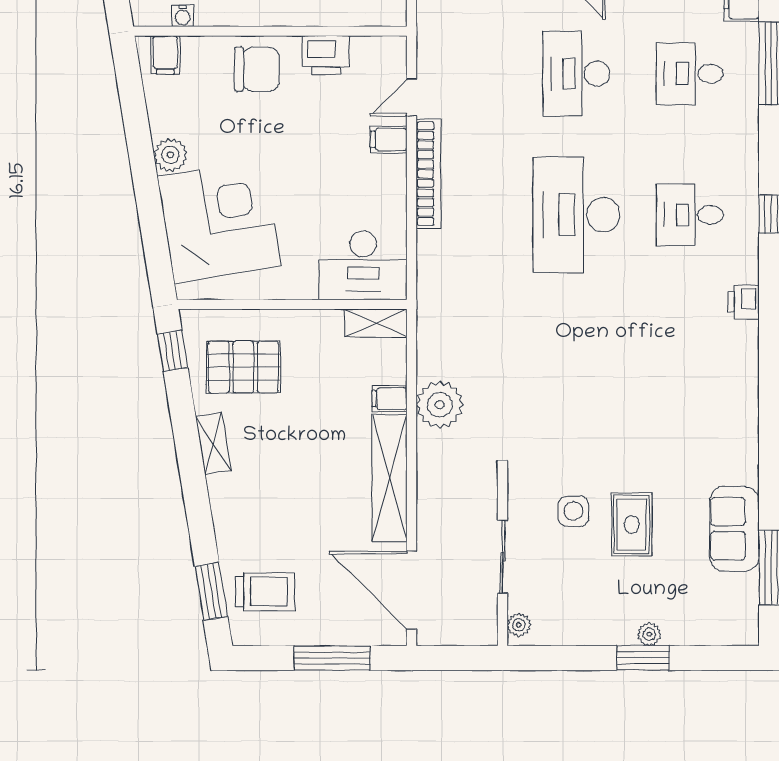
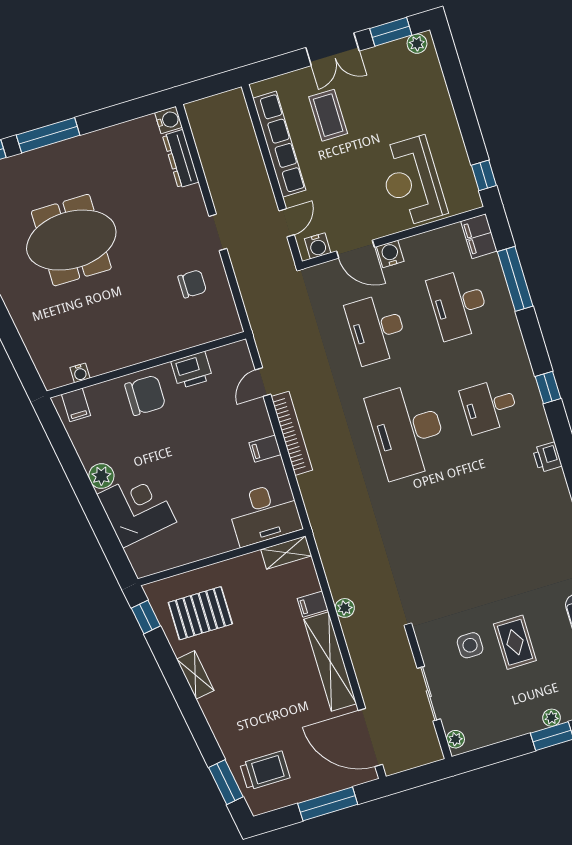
desk: (690, 74) -> (459, 304), width x1.37
filing cabinet: (389, 139) -> (265, 449), moved
corner desk: (219, 221) -> (137, 508), width x0.74, depth x0.74
plant: (440, 405) -> (345, 608), width x0.53, depth x0.53

